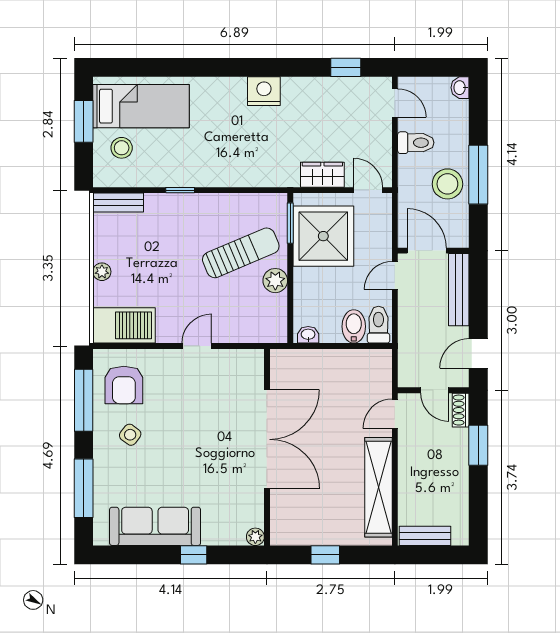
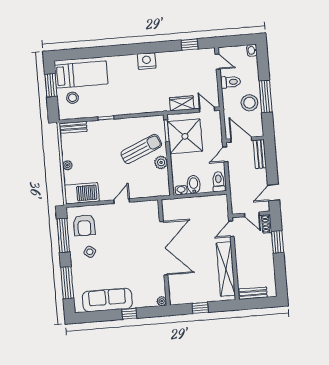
bench: (459, 290) -> (260, 154), width x0.73
bidet: (354, 326) -> (194, 185), moved

